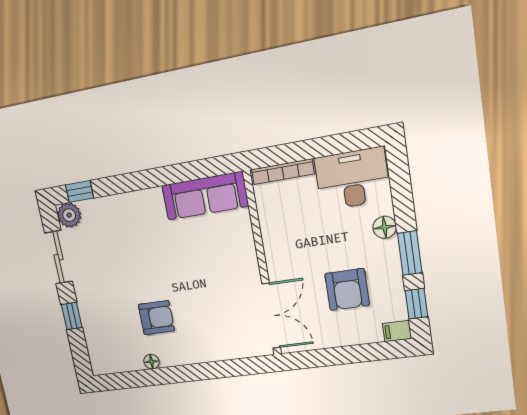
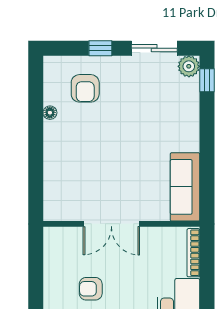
armchair: (347, 290) -> (91, 289), width x0.72, depth x0.72
double door: (271, 316) -> (111, 224), moved
armchair: (156, 318) -> (85, 88), moved

